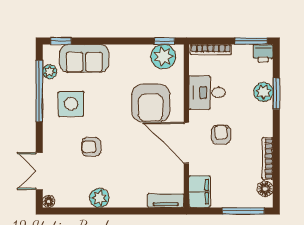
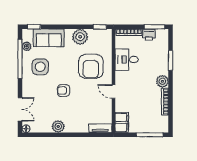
printer: (263, 53) -> (149, 35), moved
plant: (163, 57) -> (80, 37), moved
plant: (263, 92) -> (162, 81), moved
armchair: (221, 135) -> (135, 86), removed
door: (186, 143) -> (113, 92), width x0.53
armchair: (91, 147) -> (64, 91), moved
double door: (39, 171) -> (20, 109), swing flipped
floor lamp: (265, 189) -> (163, 121), removed

